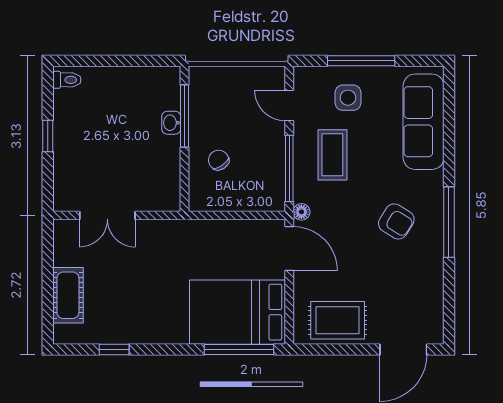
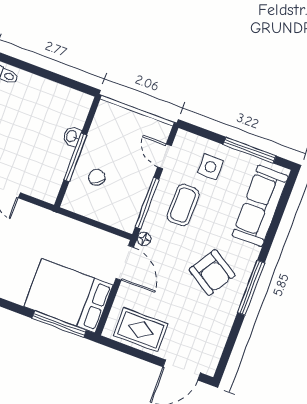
window: (361, 61) -> (250, 150), moved
window: (184, 116) -> (75, 157), moved
armchair: (396, 221) -> (212, 273), width x1.38, depth x1.38

